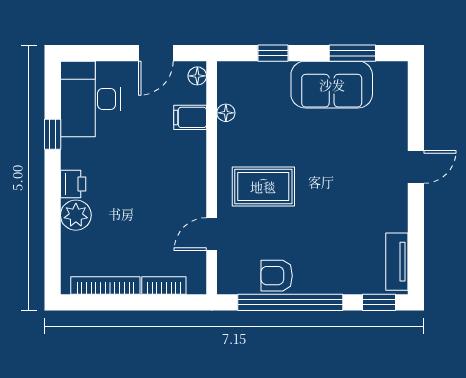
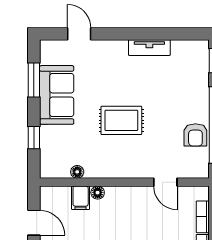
floor lamp: (197, 76) -> (98, 193), moved
door: (416, 167) -> (79, 34), moved
rug: (263, 187) -> (121, 120), moved, turned 90
tv unit: (397, 262) -> (149, 48), moved

